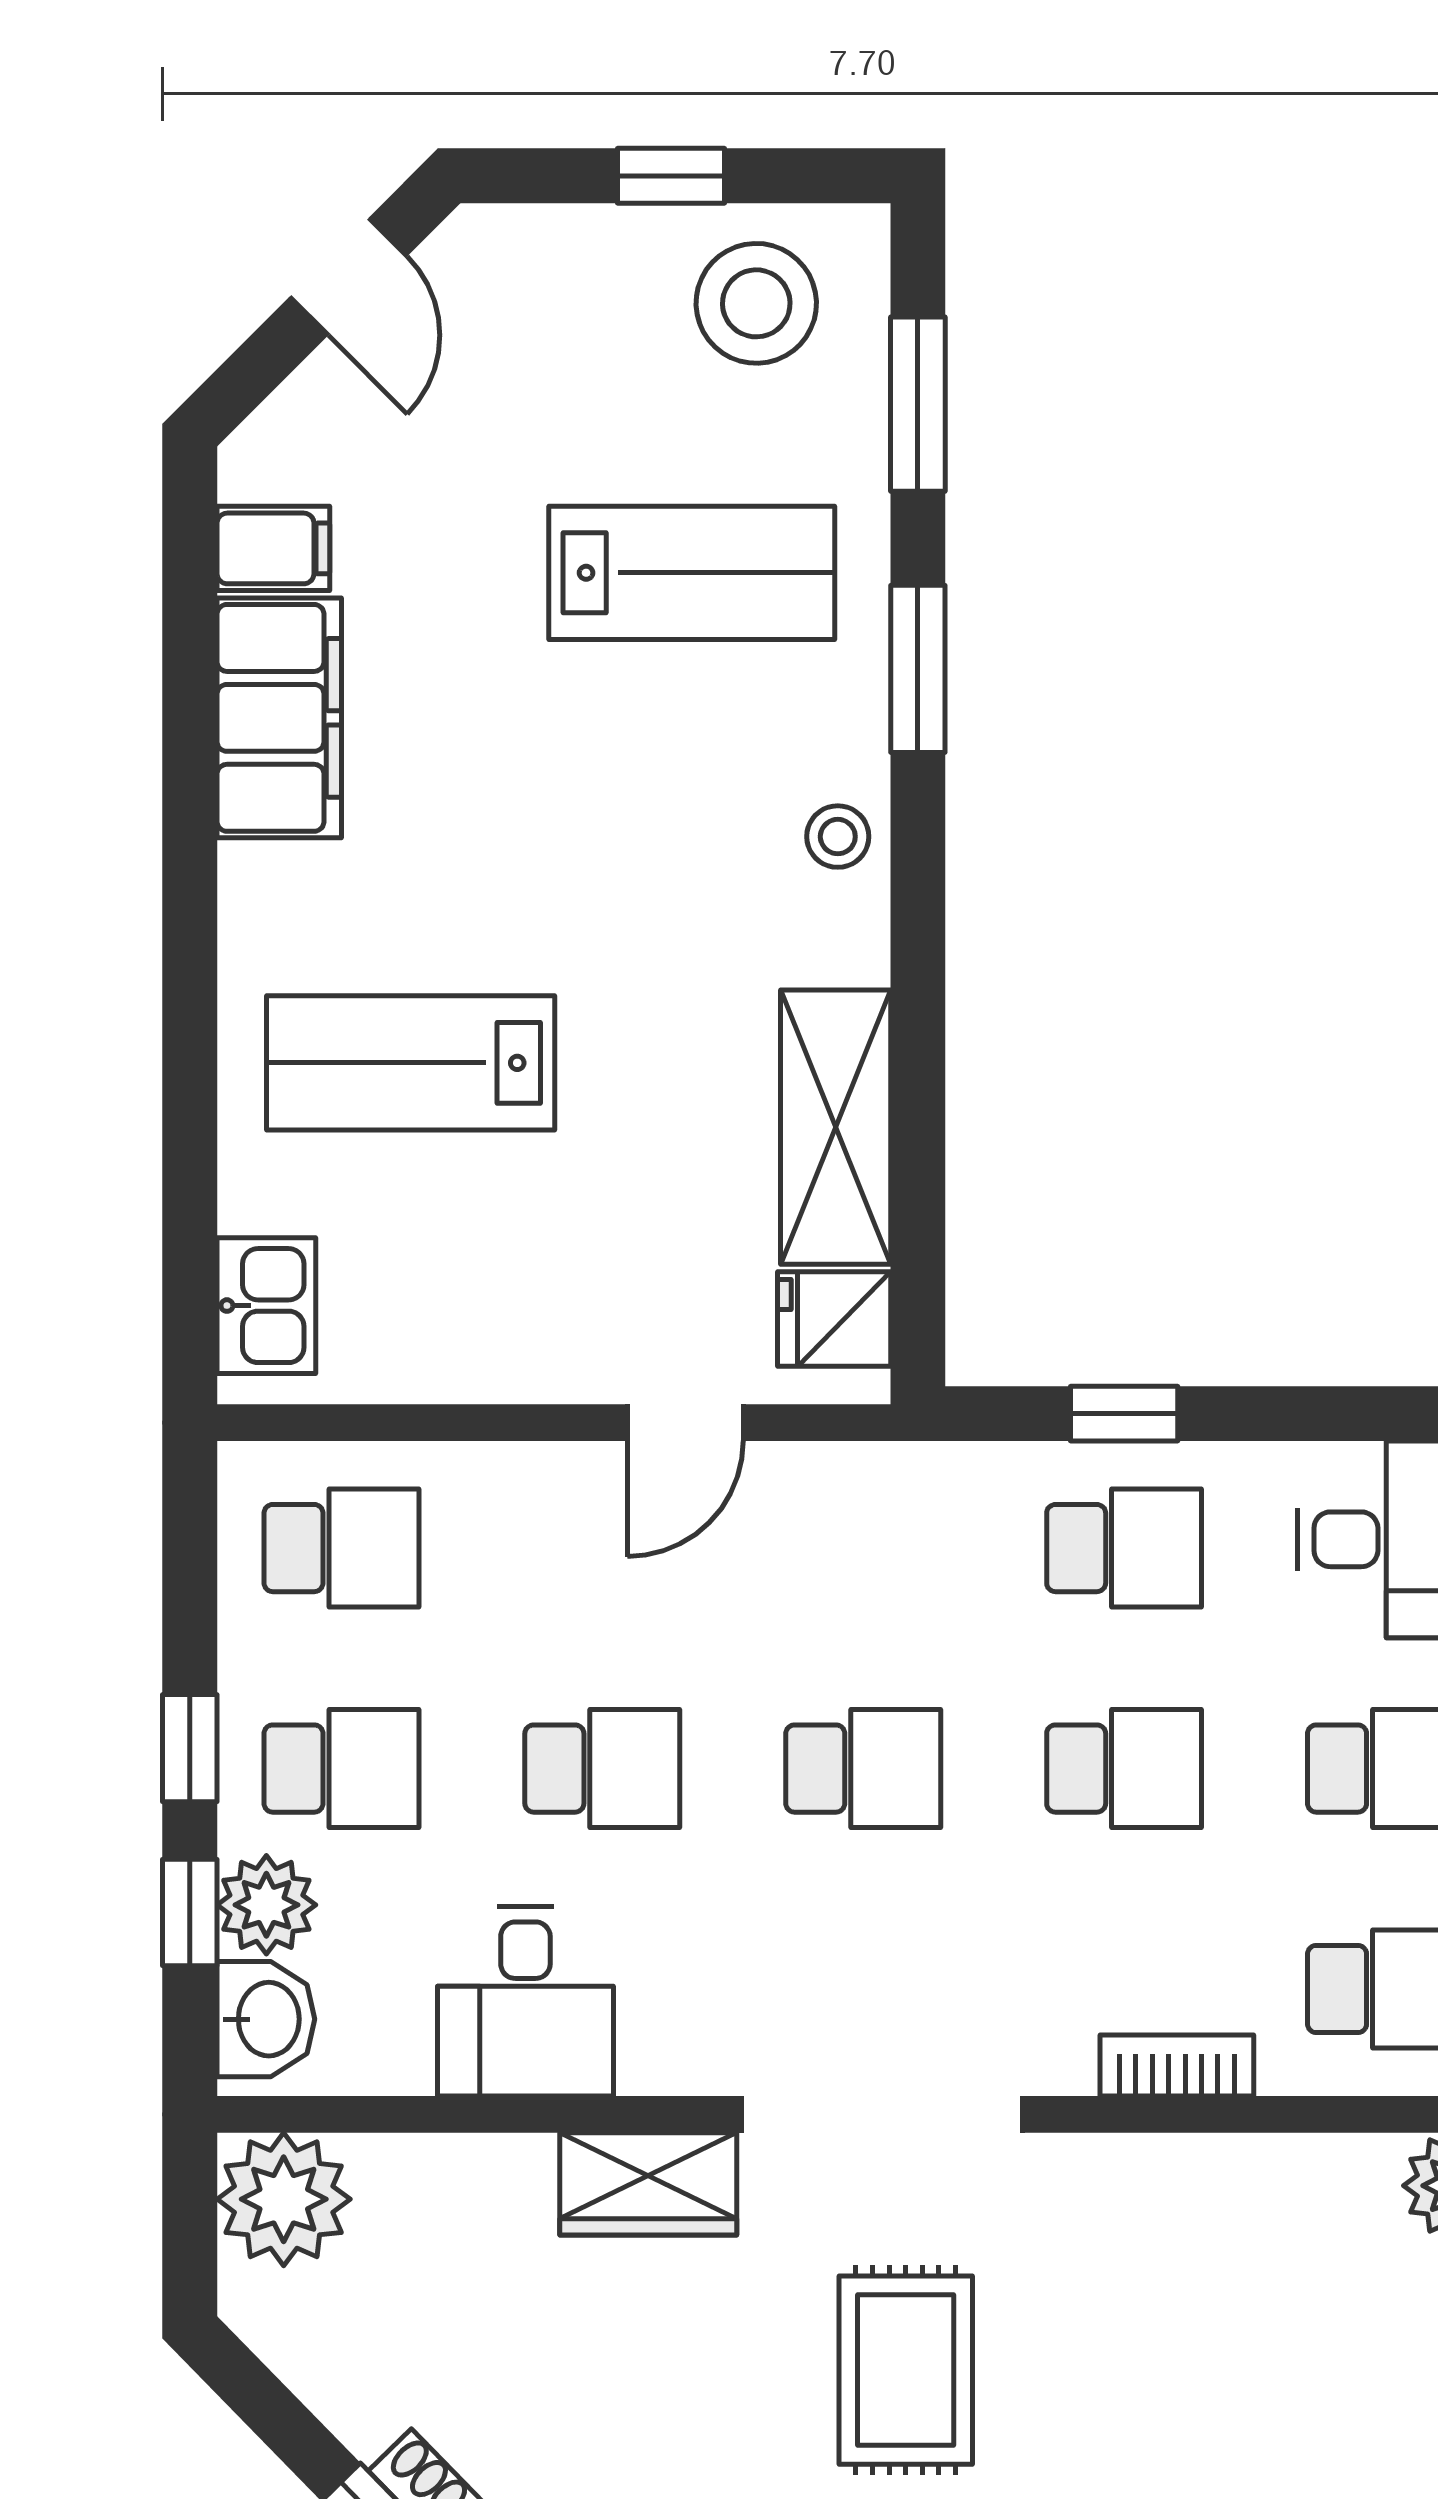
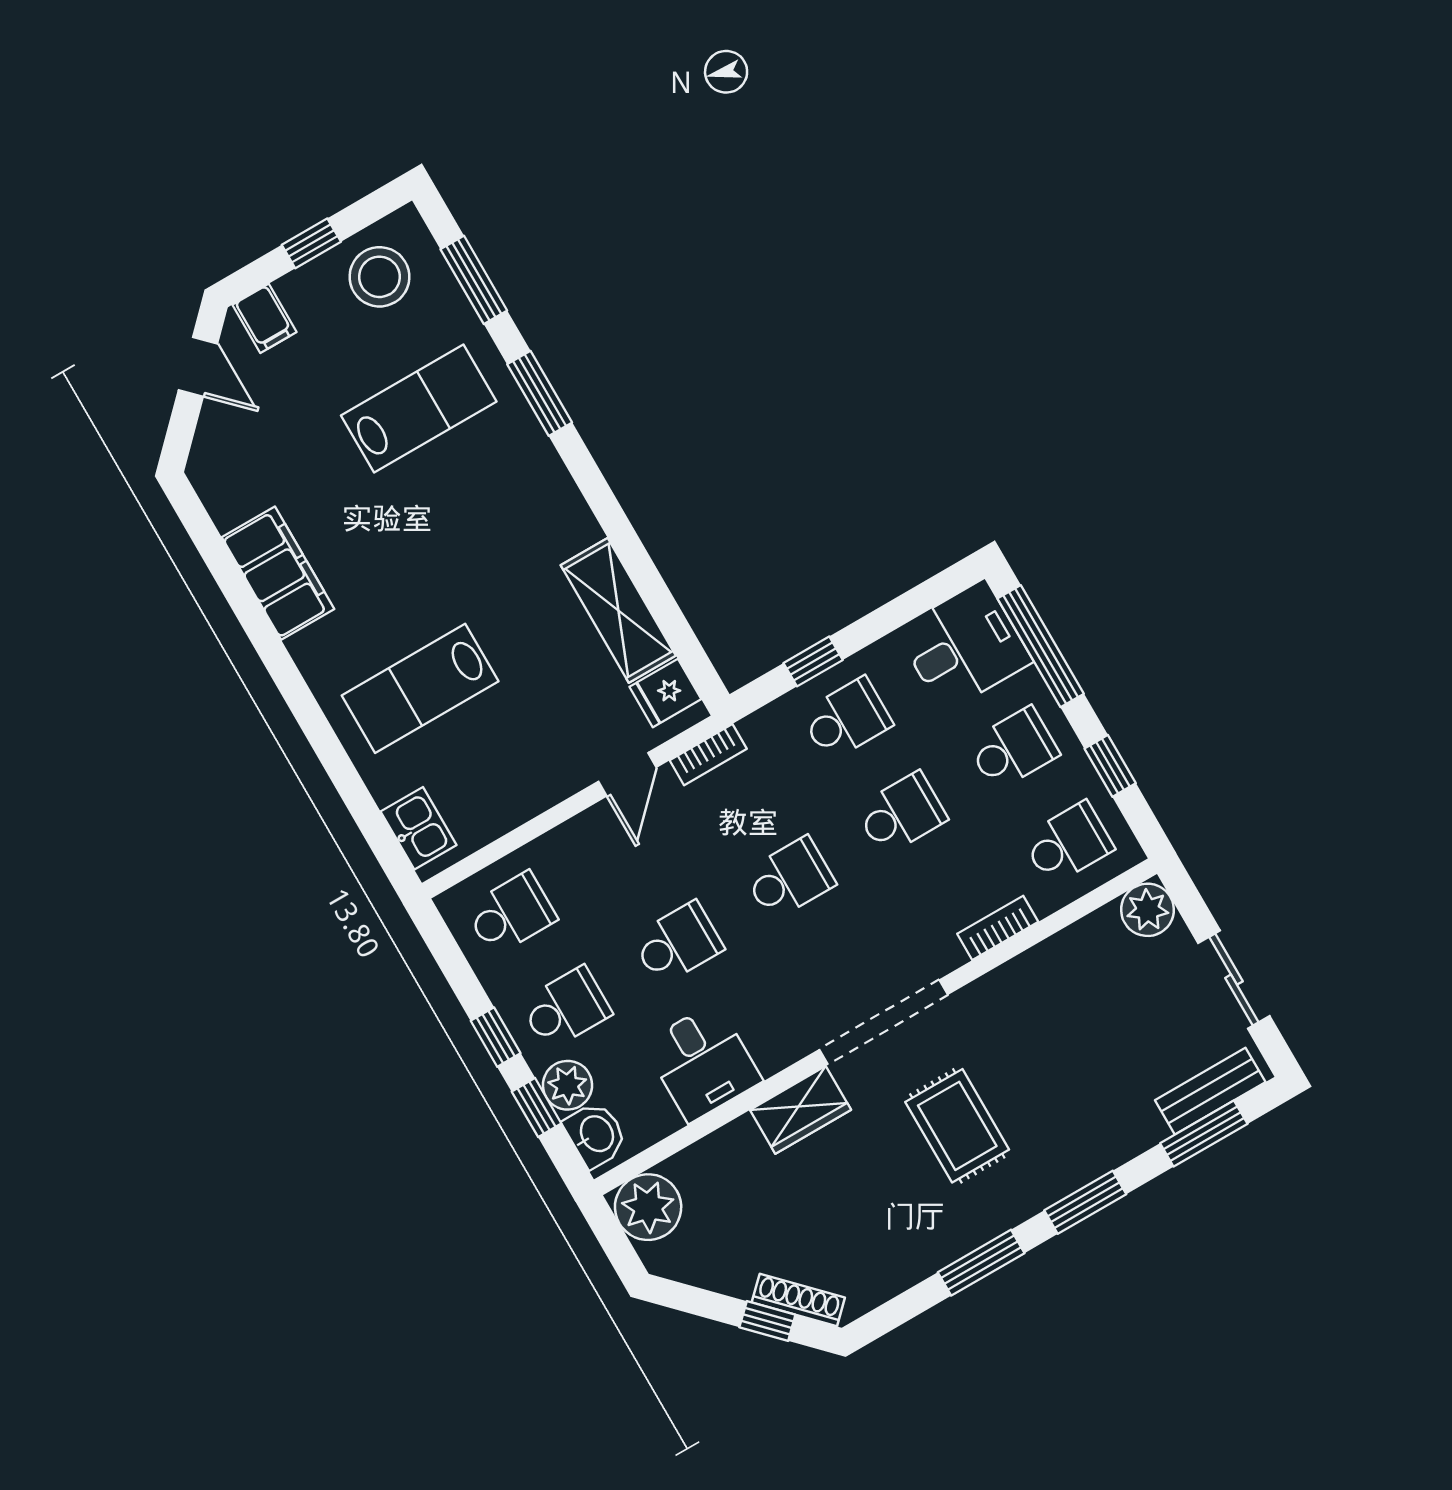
filing cabinet: (273, 548) -> (264, 318), moved, turned 90
stool: (838, 837) -> (547, 485), removed
bookcase: (847, 1470) -> (708, 755), added

